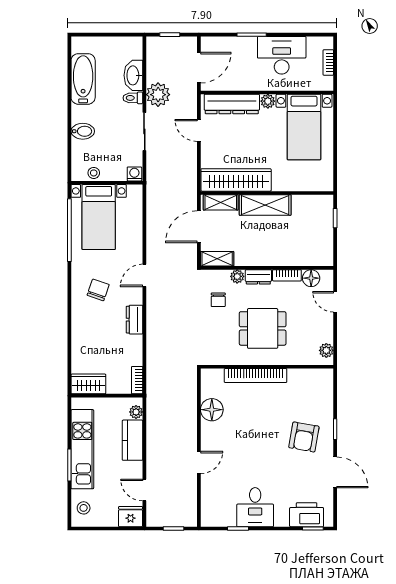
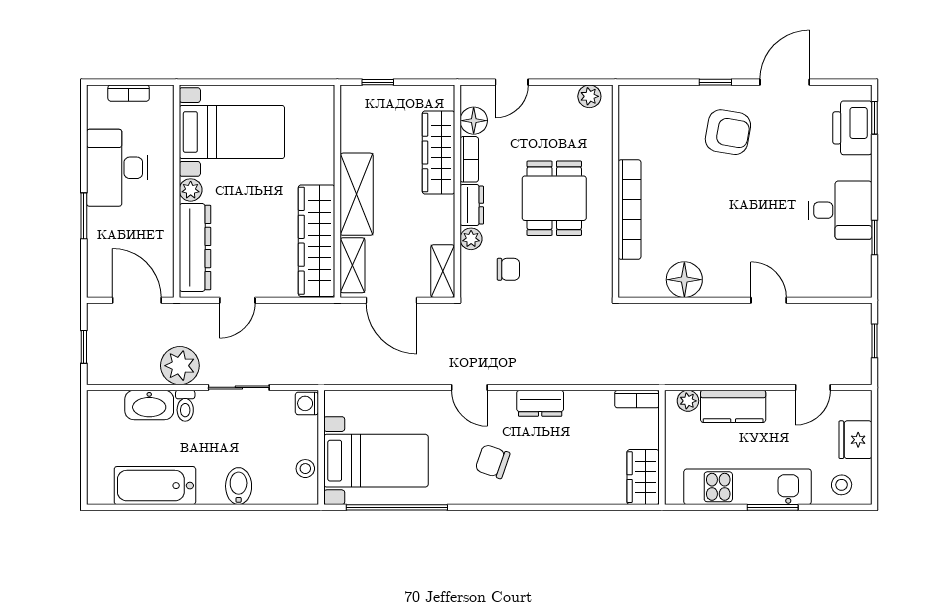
wardrobe: (291, 256) -> (439, 152), added
fridge: (131, 517) -> (855, 440), moved

